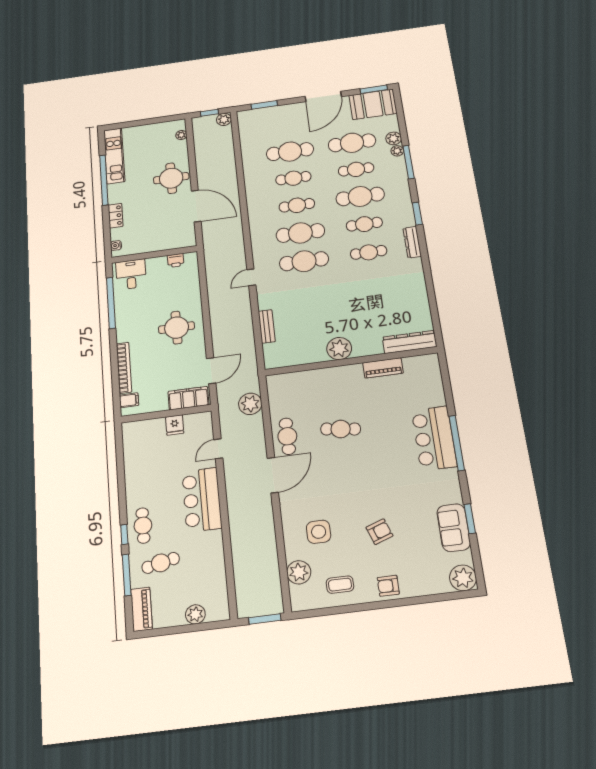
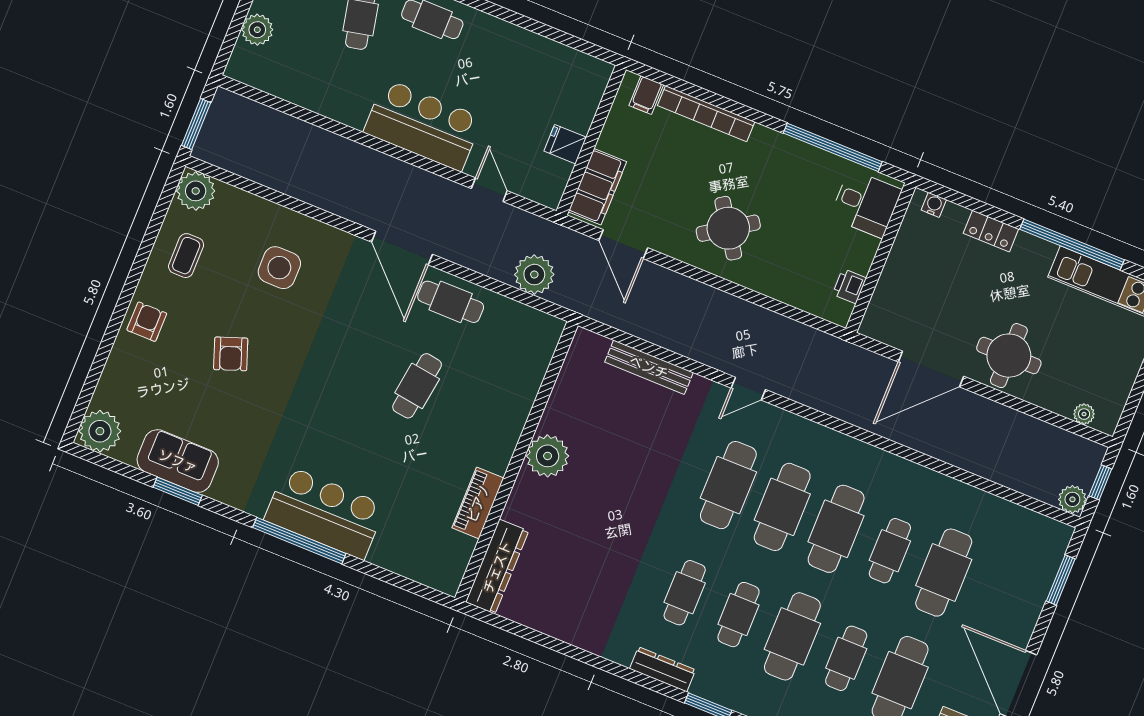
cafe table: (297, 205) -> (836, 529), width x1.37, depth x1.35
door: (251, 277) -> (748, 389), swing flipped
bench: (267, 326) -> (649, 367), width x1.36
round table: (177, 328) -> (728, 228), turned -34
plant: (299, 572) -> (196, 191), moved

